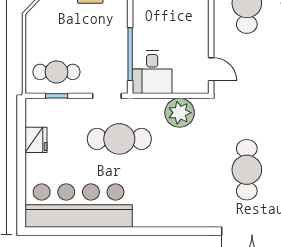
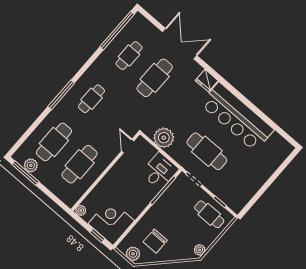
plant: (33, 24) -> (200, 250), added
fridge: (36, 140) -> (207, 81), moved, turned -90
bar counter: (79, 206) -> (237, 117), moved

